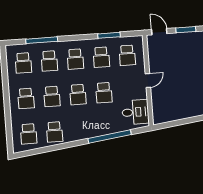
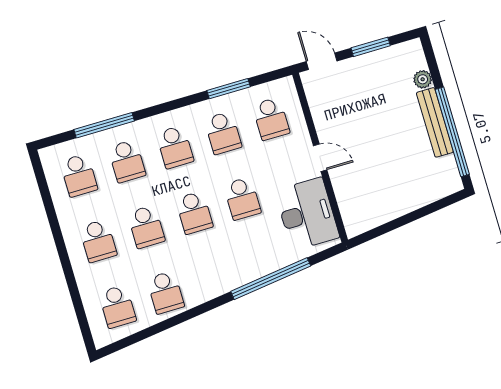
door: (148, 80) -> (320, 158), hinge flipped
desk: (135, 112) -> (307, 214), width x1.37

